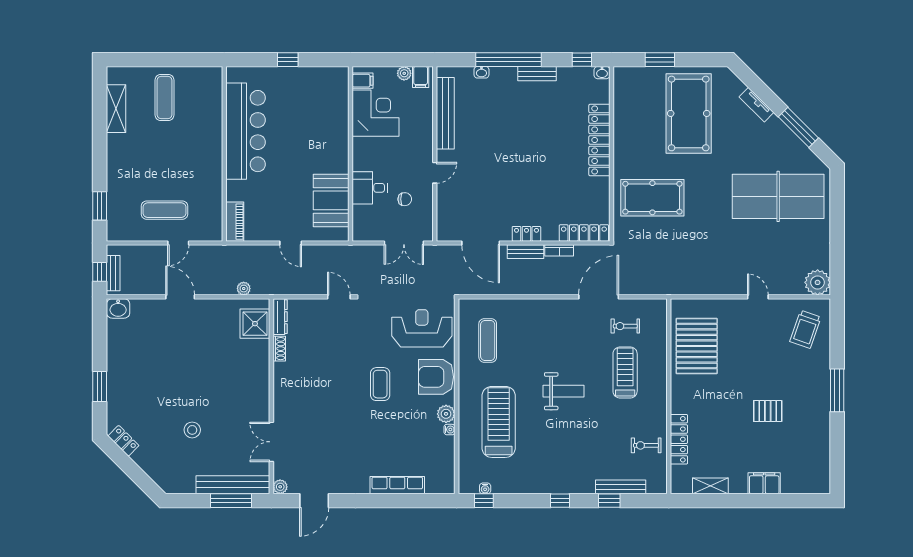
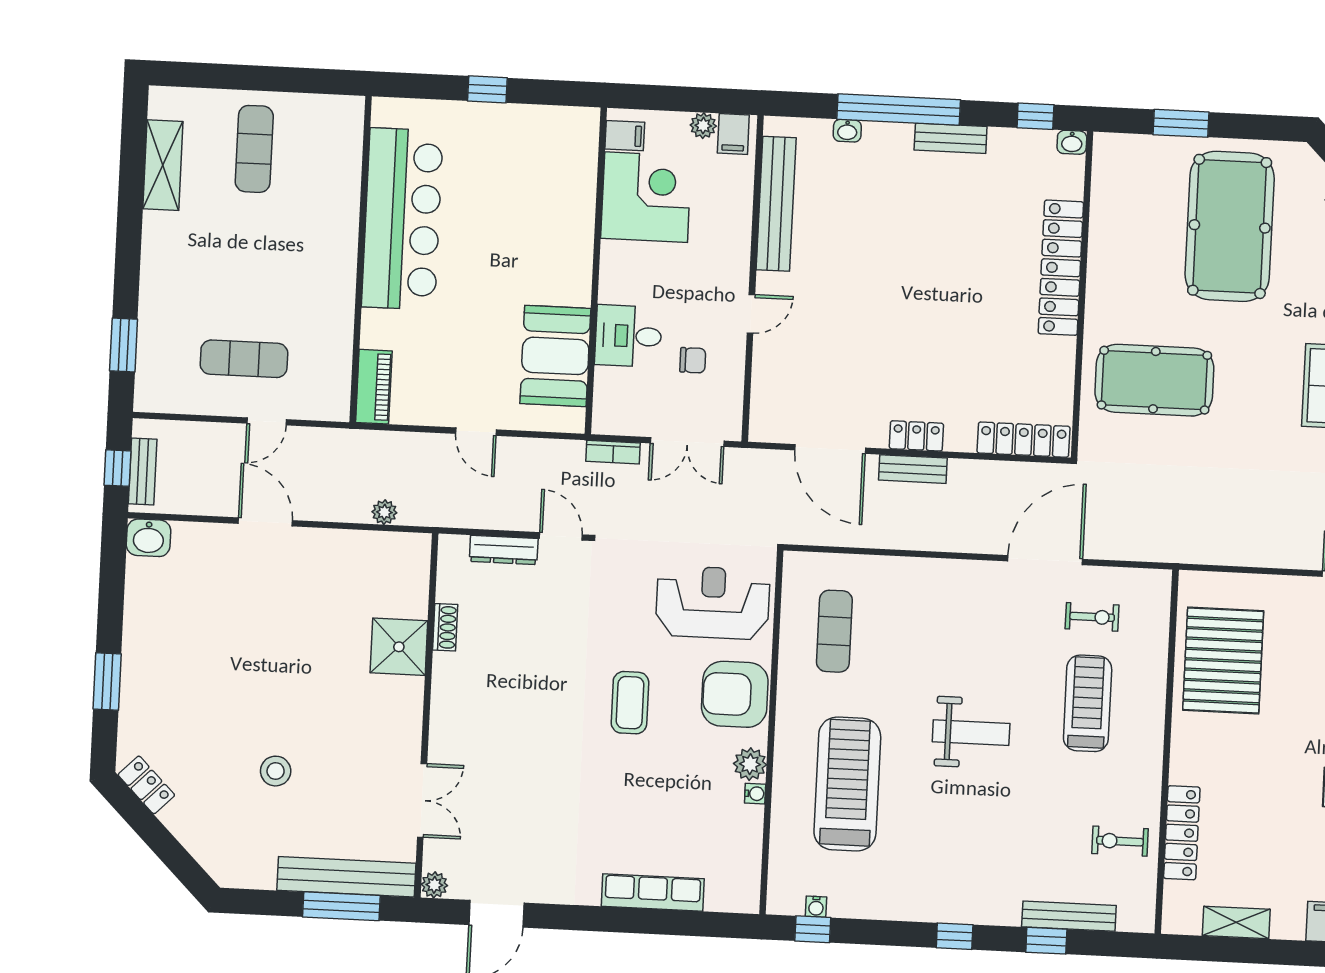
bookcase: (559, 250) -> (613, 452), moved
dresser: (280, 317) -> (504, 550), moved, turned 90
shower: (255, 324) -> (399, 647), moved
exercise bike: (625, 326) -> (1092, 617), turned 180
double door: (271, 442) -> (422, 800), swing flipped

